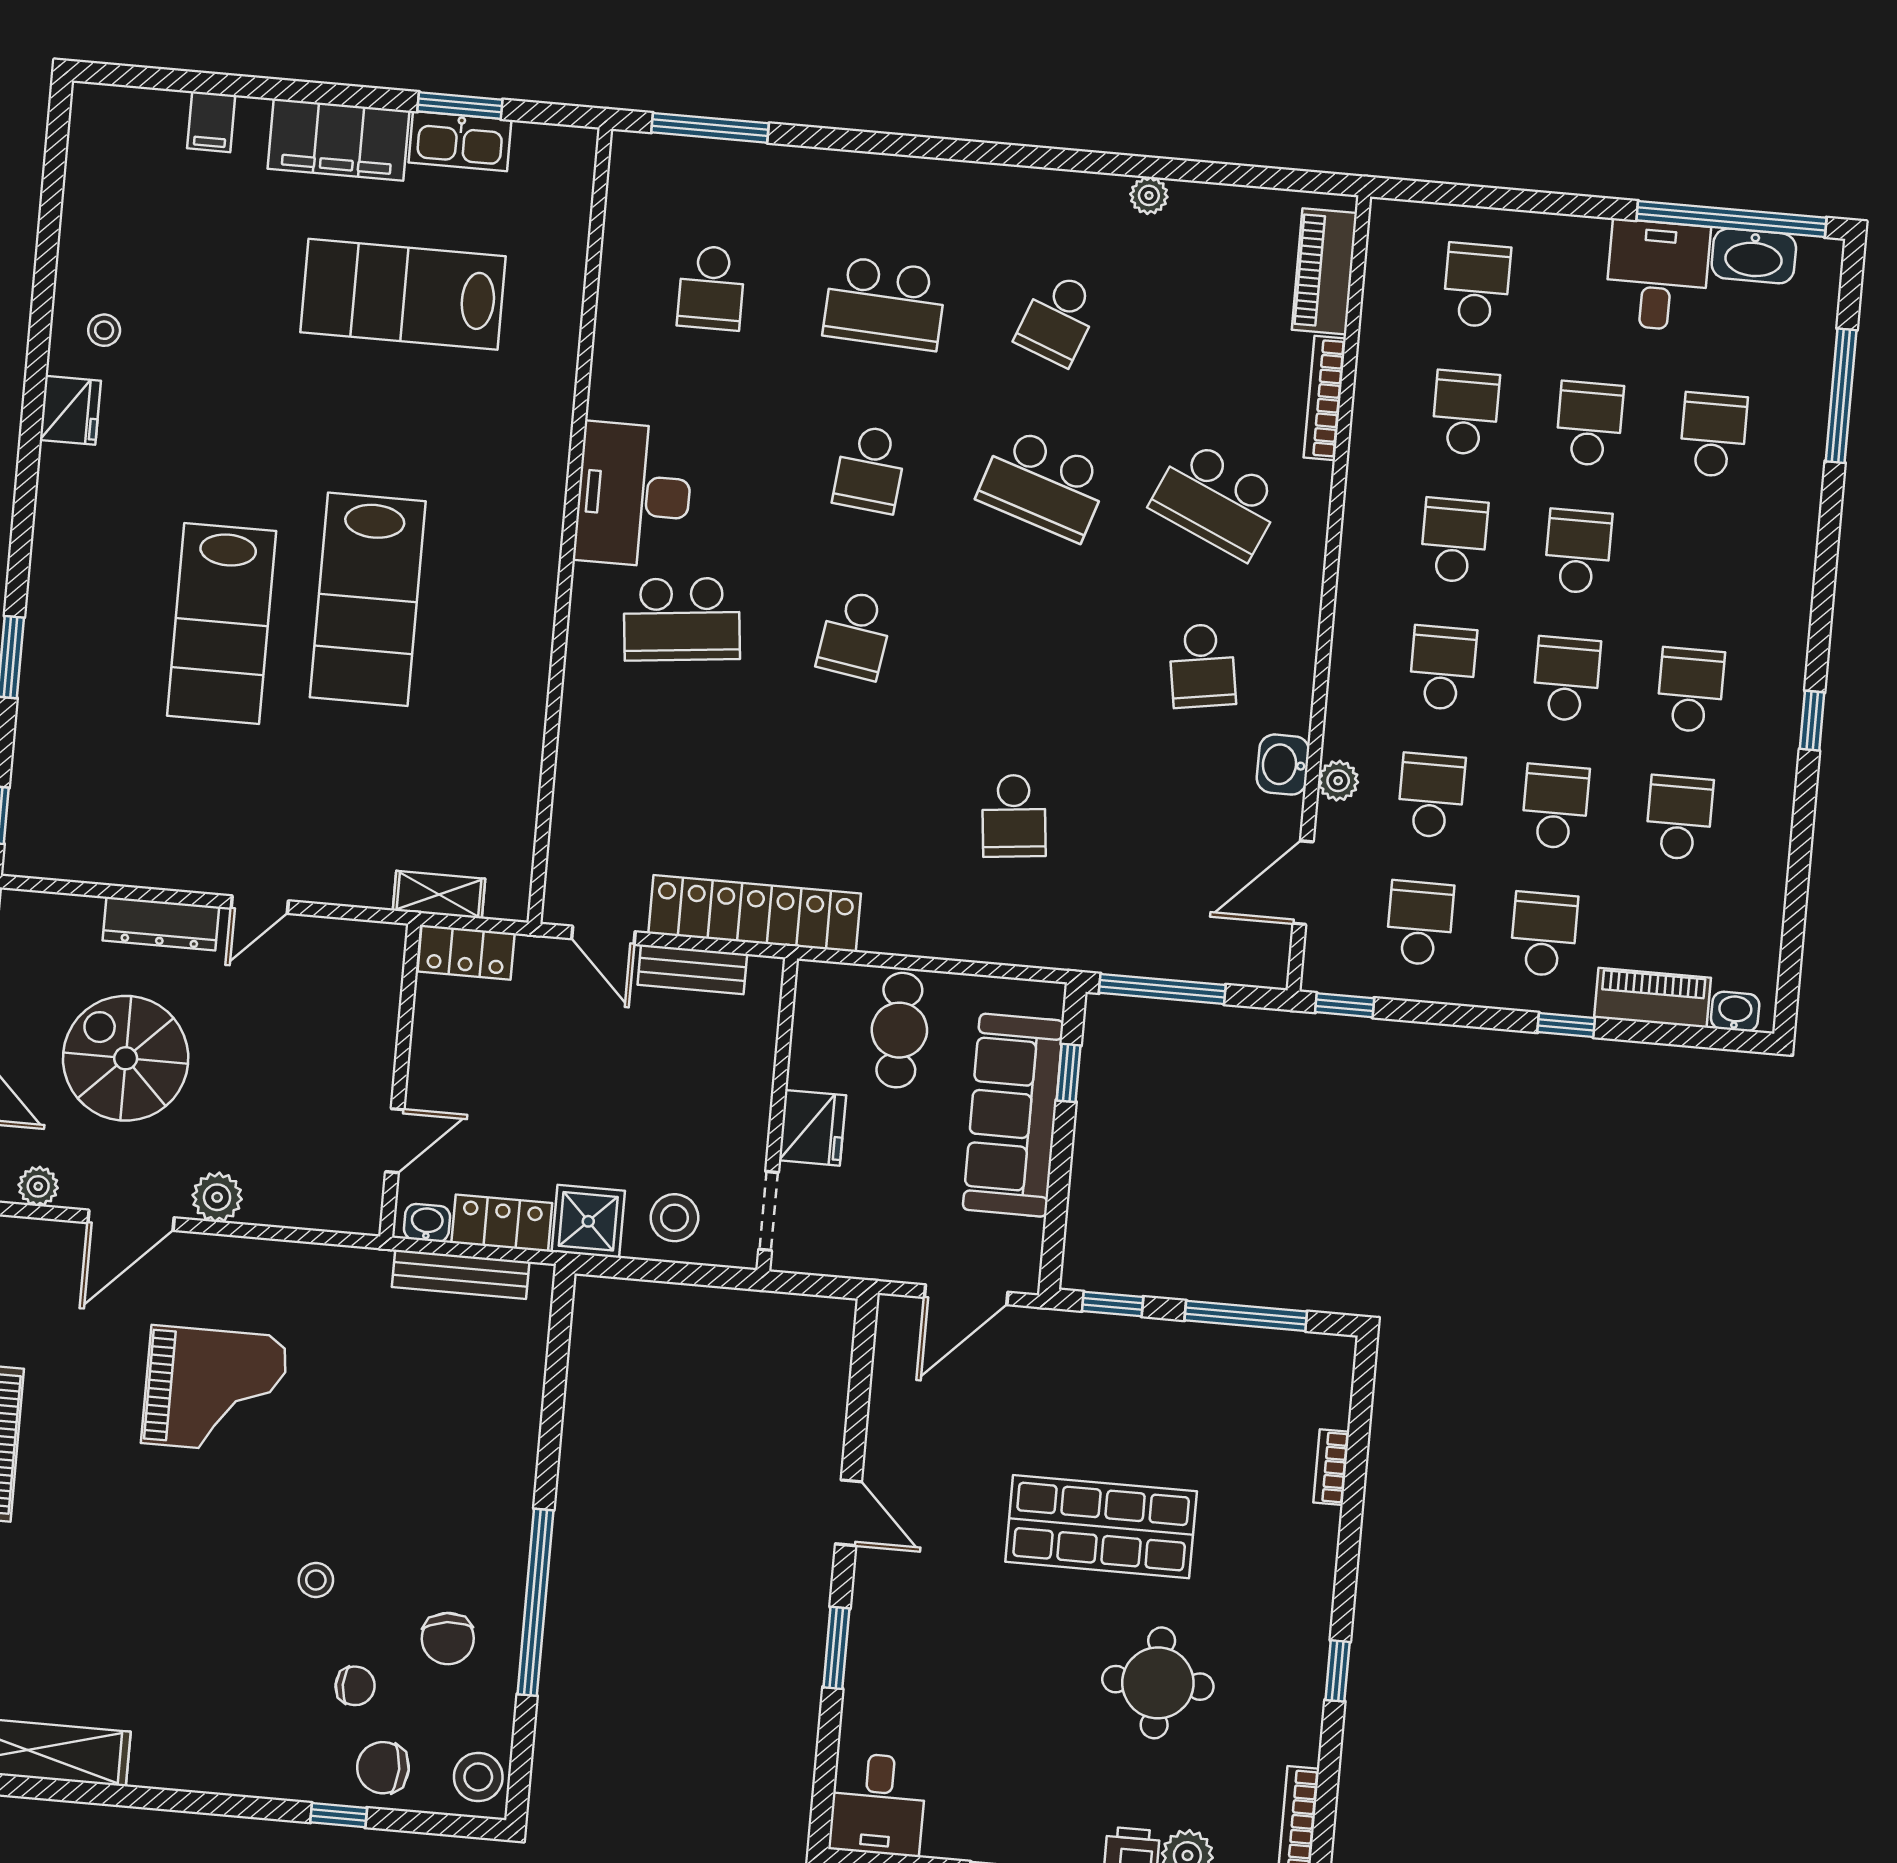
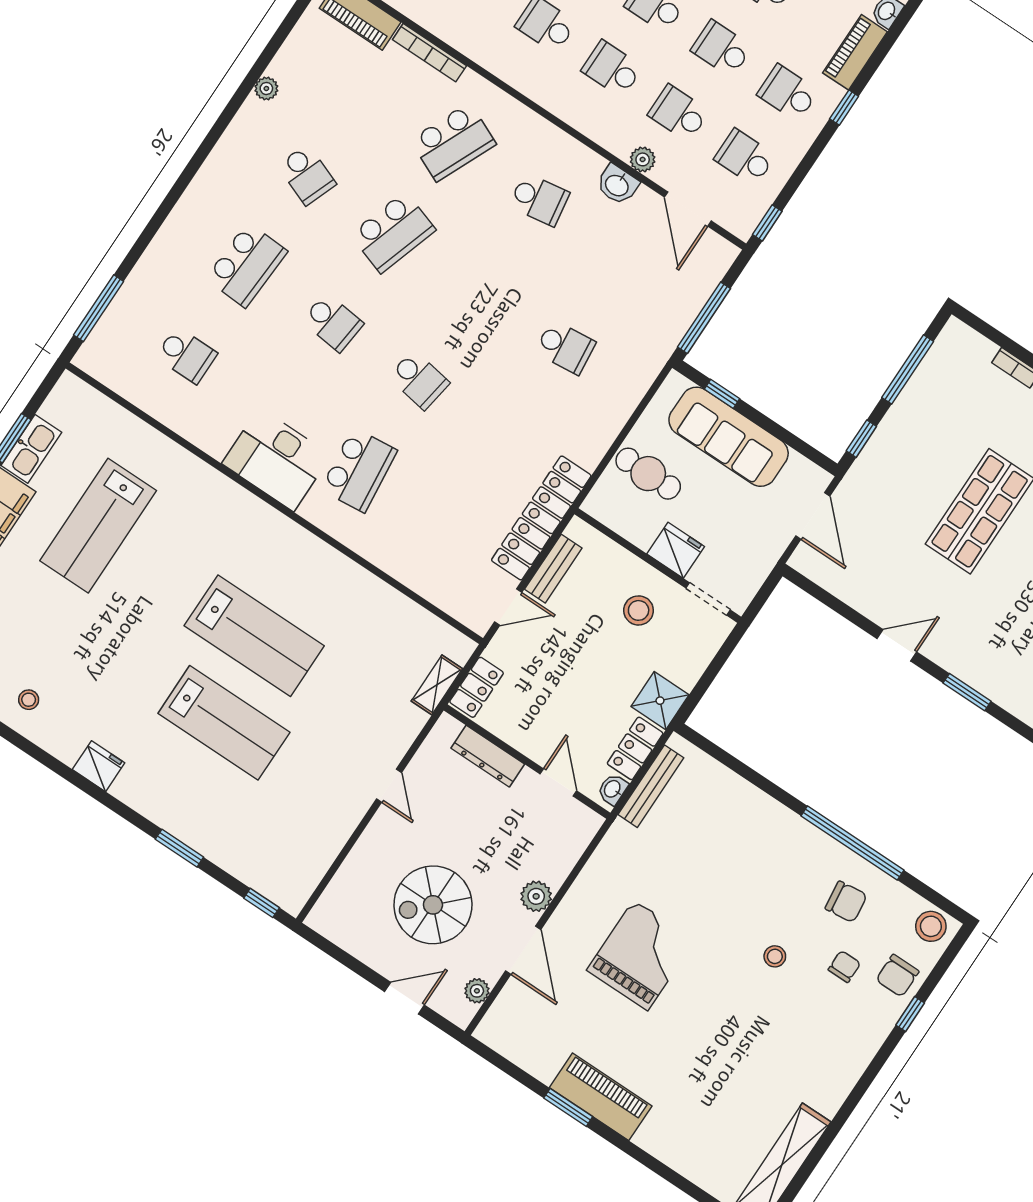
fridge: (70, 410) -> (99, 766), moved
dresser: (161, 924) -> (488, 756), moved, turned 90
stool: (675, 1218) -> (639, 610), moved

